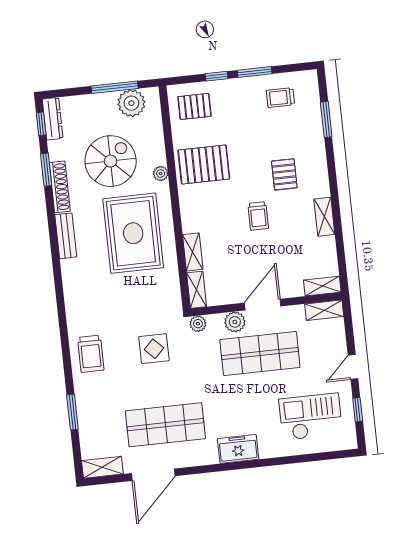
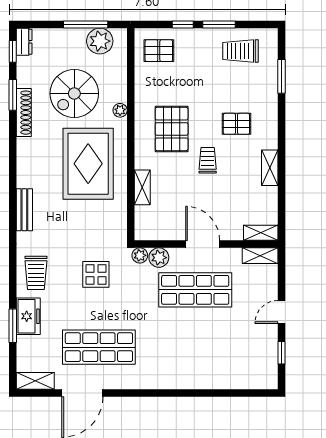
trolley: (280, 98) -> (241, 51), width x1.36, depth x1.39
dresser: (53, 119) -> (24, 42), width x0.70
spiral stairs: (111, 161) -> (74, 93), turned 180
pallet: (204, 165) -> (172, 129), moved, turned 90
pallet: (284, 174) -> (236, 124), turned 90
trolley: (258, 216) -> (208, 160), turned 180
bench: (66, 236) -> (24, 210), moved
shelving: (197, 290) -> (142, 223), removed
door: (263, 305) -> (203, 244), hinge flipped
plant: (235, 322) -> (159, 258), moved
checkout: (311, 417) -> (236, 354), removed
freezer: (238, 449) -> (28, 316), moved, turned 90

